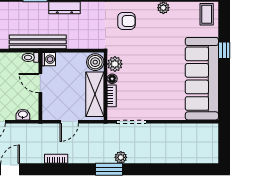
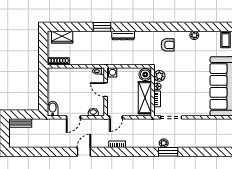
bench: (38, 42) -> (104, 60), removed
door: (69, 122) -> (116, 117), moved
window: (109, 169) -> (168, 152), moved

